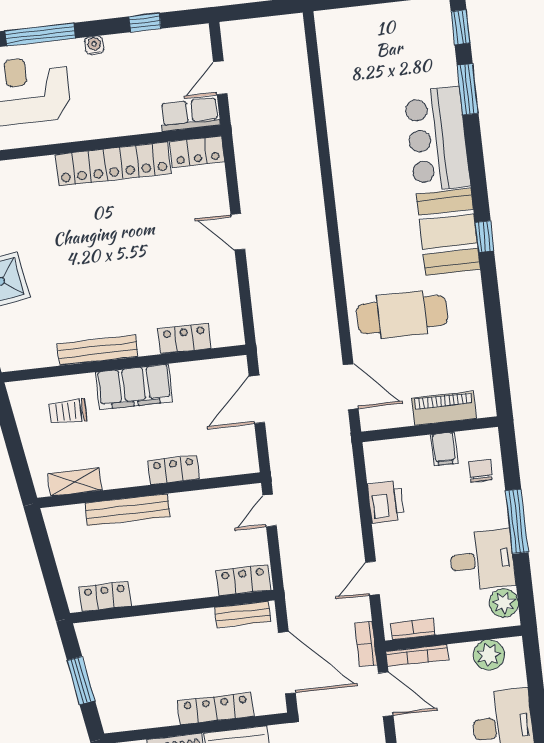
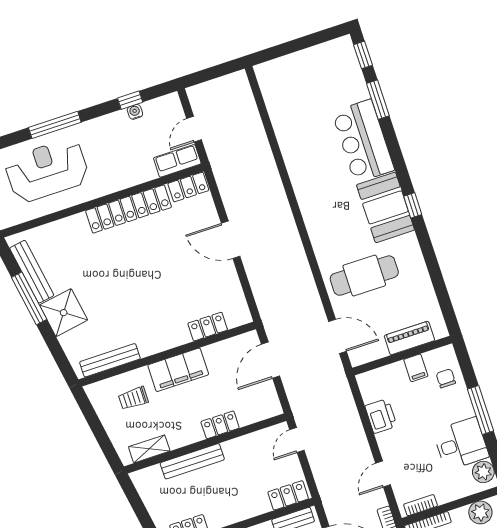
water cooler: (94, 45) -> (135, 112), moved
door: (238, 232) -> (231, 240), width x1.38
bench: (98, 350) -> (110, 360), moved

